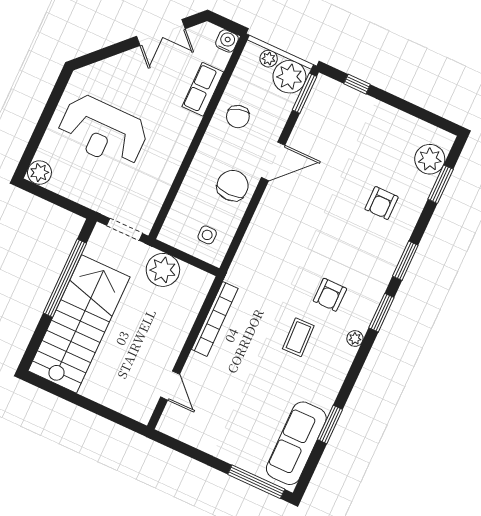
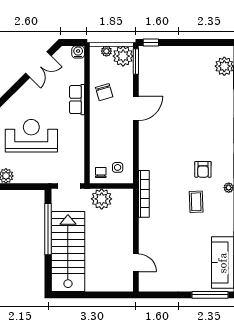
window: (357, 84) -> (151, 42), moved
row of seats: (203, 89) -> (77, 100), moved
reception desk: (103, 131) -> (31, 136), turned 180
chair: (233, 186) -> (101, 173), moved, width x0.54, depth x0.54
armchair: (382, 203) -> (208, 104), removed
bookcase: (215, 319) -> (144, 194), moved

